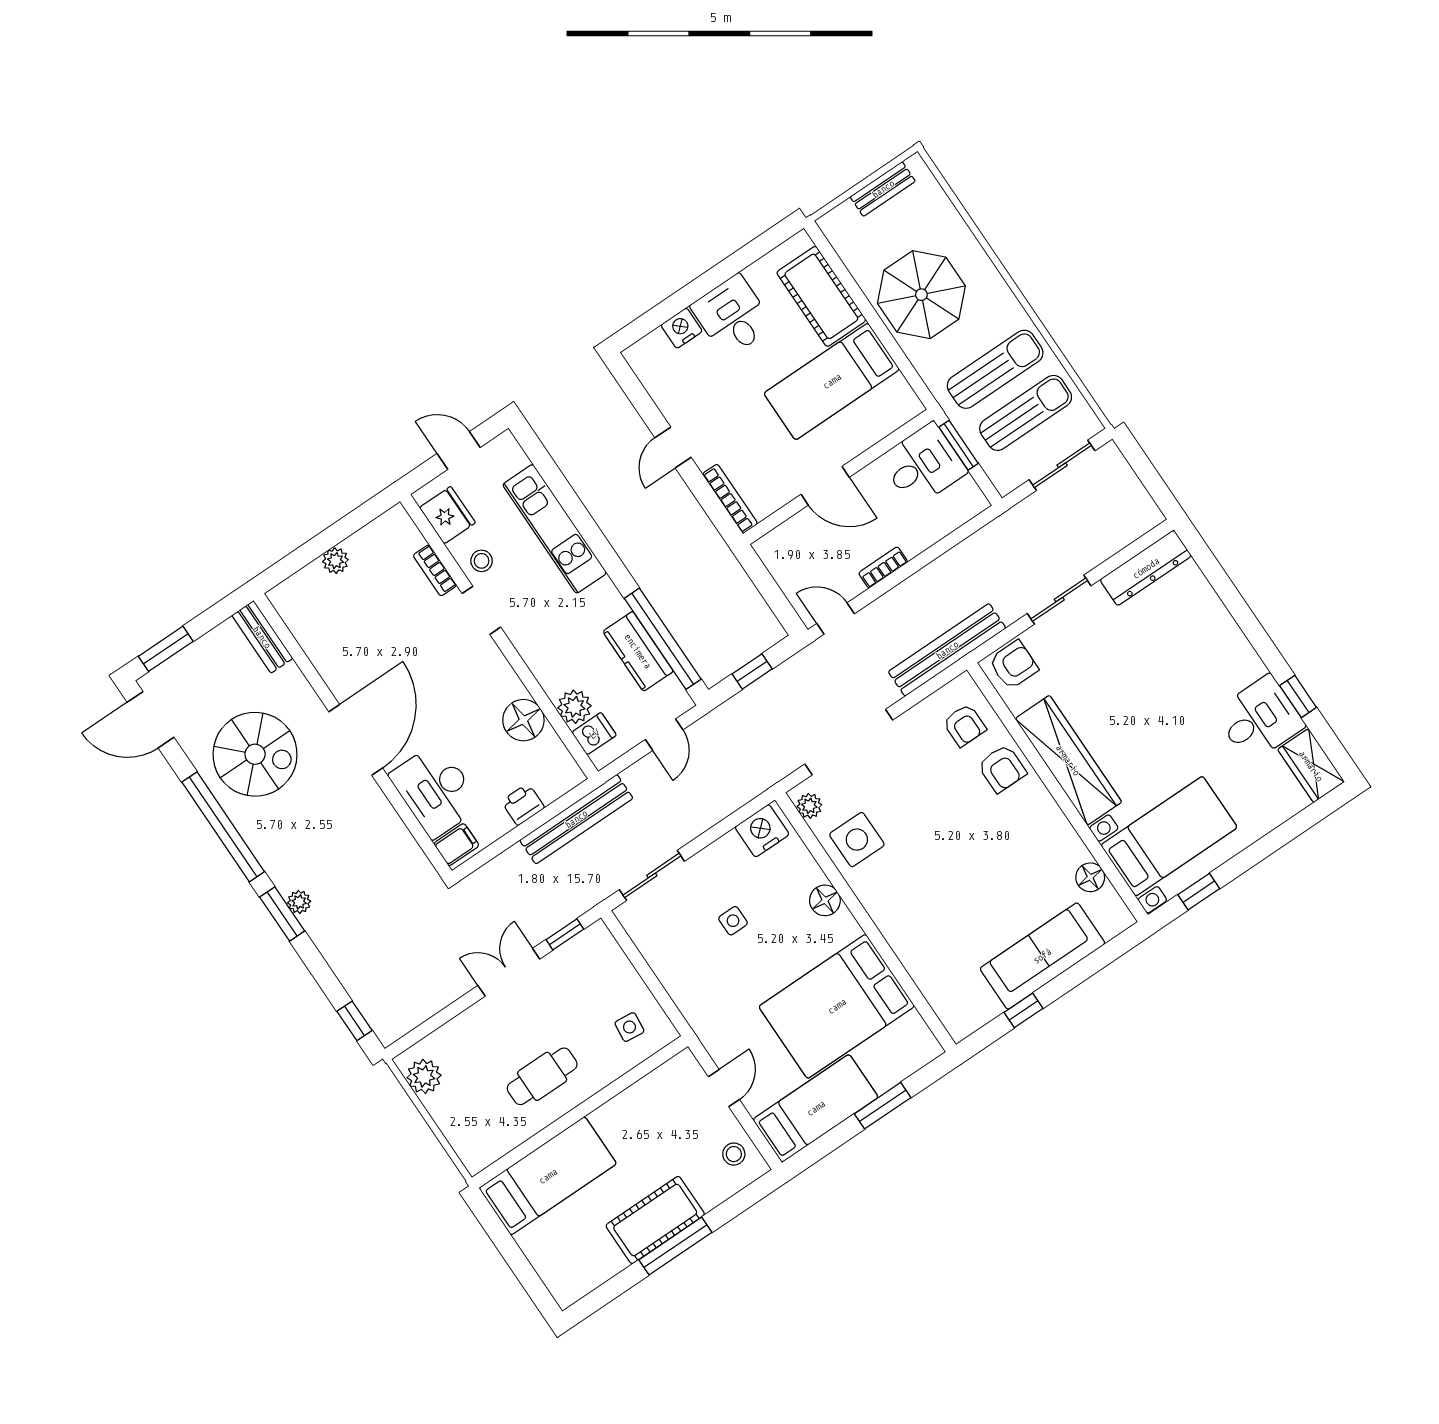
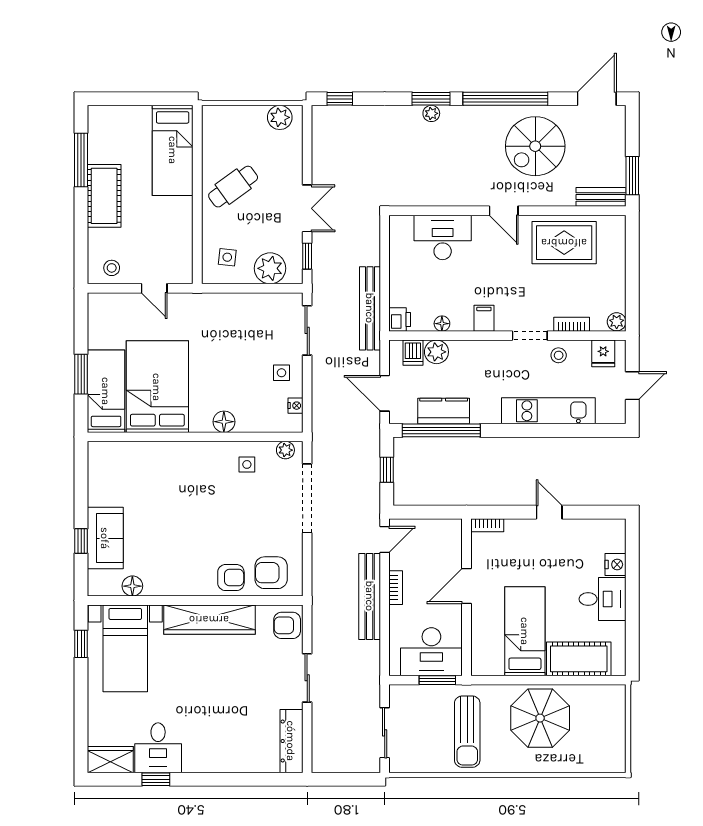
bench: (883, 189) -> (617, 737), removed
sun lounger: (1026, 413) -> (430, 732), removed
desk: (923, 465) -> (431, 652), width x1.37
bookcase: (730, 499) -> (487, 525), width x0.64
fridge: (447, 515) -> (603, 353), width x0.72
plant: (335, 561) -> (617, 322), moved
rug: (345, 644) -> (564, 243), added
window: (166, 649) -> (632, 176), moved
bench: (947, 650) -> (370, 596), moved
armchair: (1014, 665) -> (287, 625), turned 90
floor lamp: (523, 720) -> (442, 324), width x0.53, depth x0.53
armchair: (964, 725) -> (271, 573), width x1.38, depth x1.38
door: (664, 735) -> (385, 393), width x1.38
door: (356, 740) -> (504, 211), width x0.53
armchair: (1002, 769) -> (231, 578), turned 180
printer: (523, 804) -> (400, 319), moved
nightstand: (762, 831) -> (295, 406), width x0.53, depth x0.56
side table: (857, 840) -> (247, 464), width x0.54, depth x0.54
filing cabinet: (456, 845) -> (484, 318), moved, turned 180
side table: (733, 921) -> (282, 373), moved
sofa: (1042, 956) -> (105, 538), width x0.73
plant: (609, 968) -> (270, 268), added
window: (1023, 1010) -> (81, 541), moved
cafe table: (542, 1076) -> (233, 187), turned 54
bed: (816, 1108) -> (106, 391), moved, turned 180
window: (675, 1246) -> (81, 160), moved

